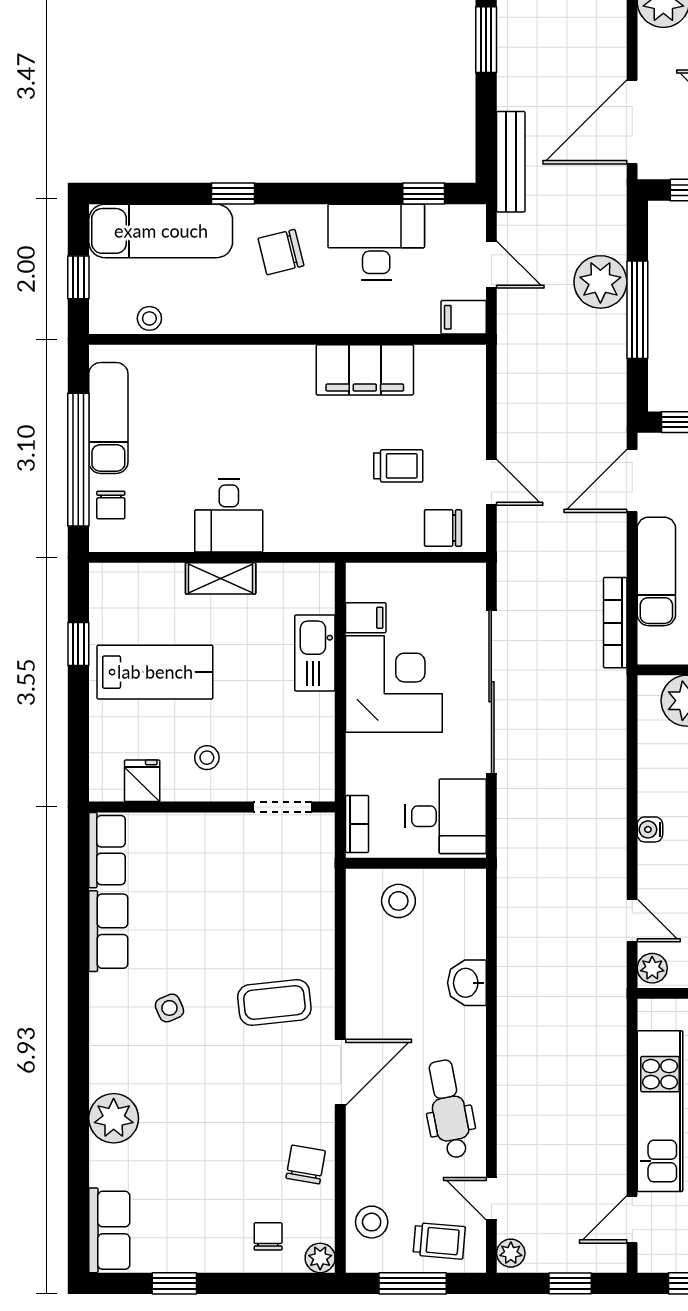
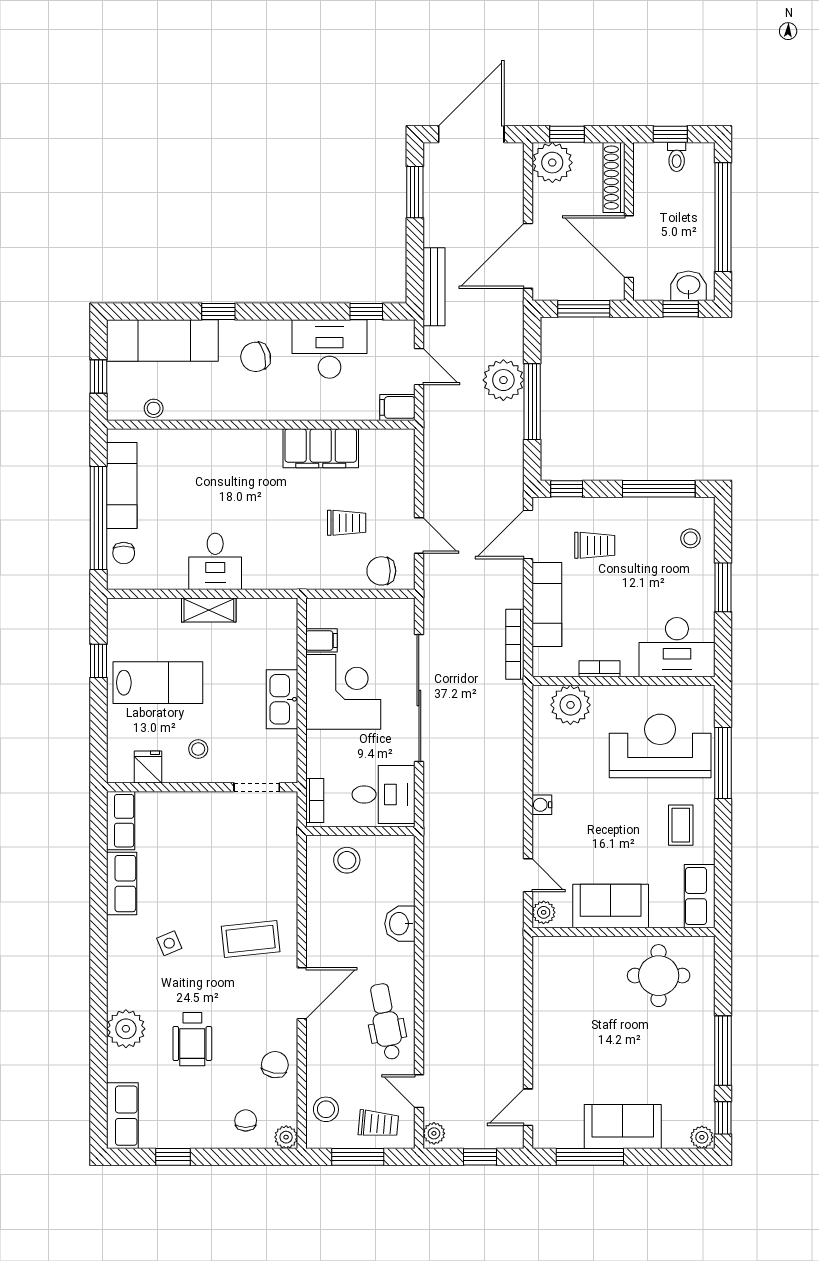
kitchen sink: (315, 653) -> (282, 699), moved
kitchen unit: (660, 1111) -> (550, 1023), removed
wheelchair: (199, 1132) -> (192, 1039), added

